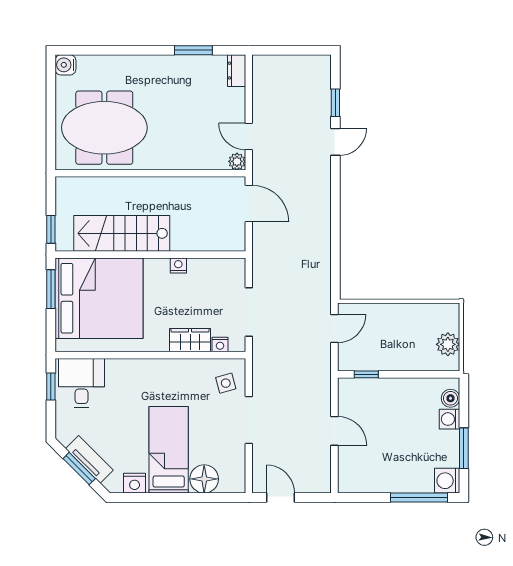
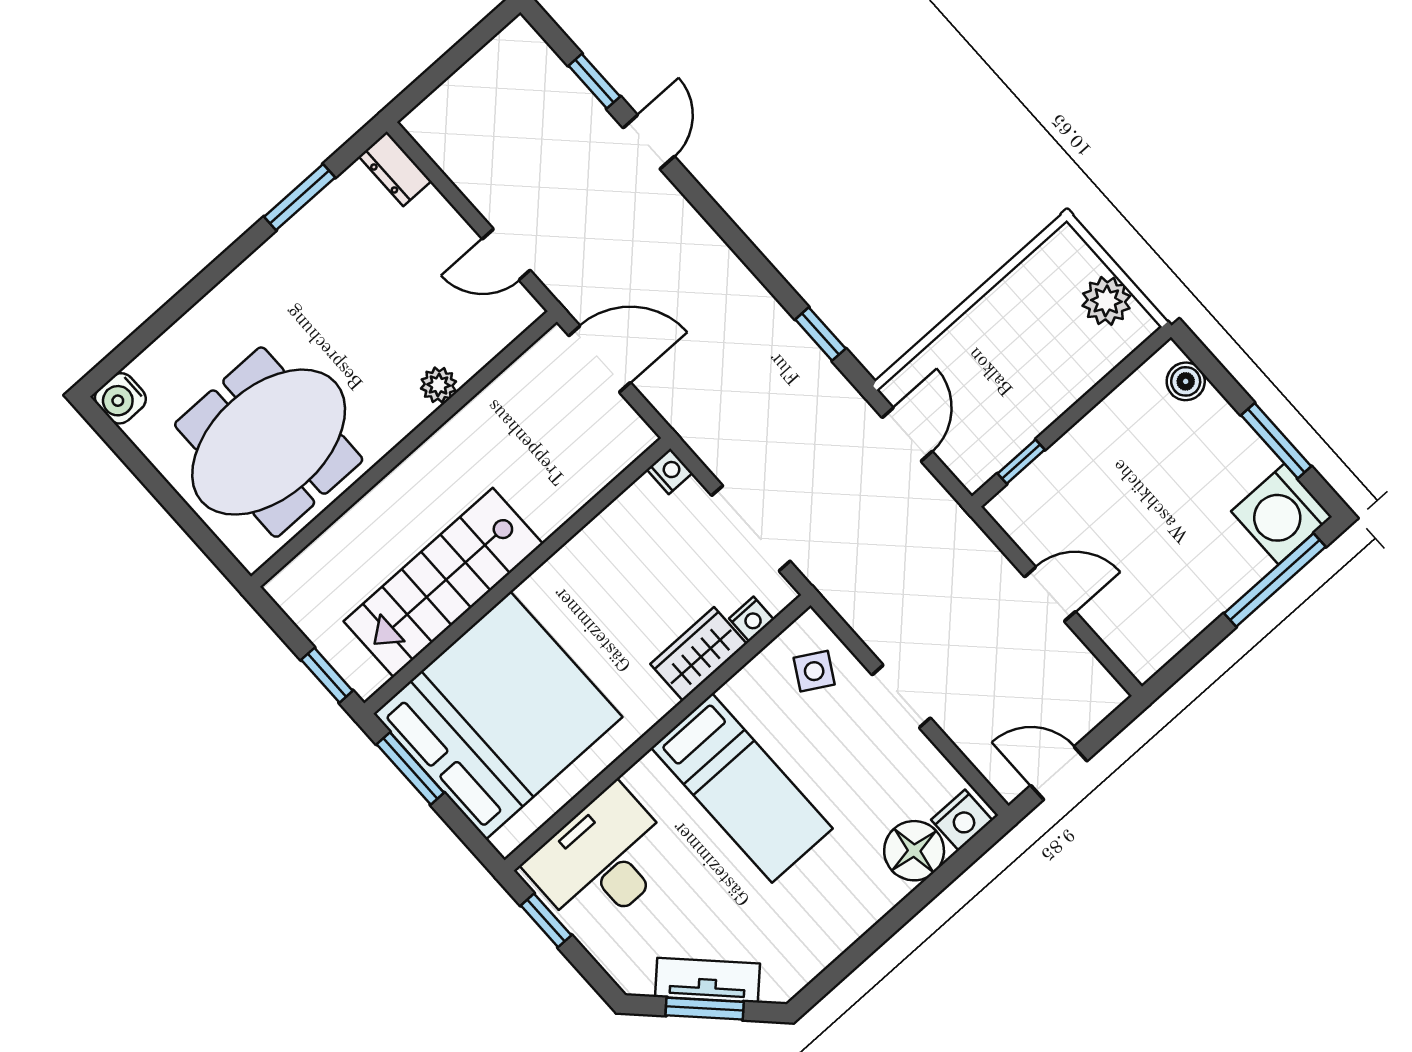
plant: (237, 161) -> (439, 385), moved
nightstand: (178, 265) -> (670, 471), moved, turned 90
window: (335, 265) -> (820, 334), added
desk: (82, 383) -> (602, 860), width x1.37
side table: (226, 383) -> (814, 671), turned 45
washing machine: (450, 419) -> (1213, 415), removed
doorway: (249, 420) -> (901, 696), width x0.73
bed: (169, 450) -> (742, 788), moved, turned 180
washing machine: (447, 481) -> (1282, 514), width x1.37, depth x1.37
nightstand: (135, 483) -> (962, 820), moved

